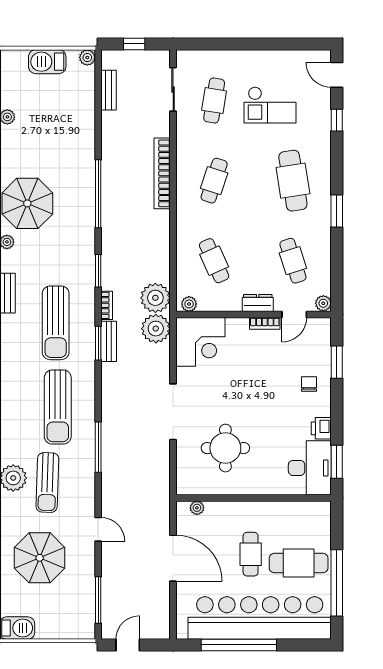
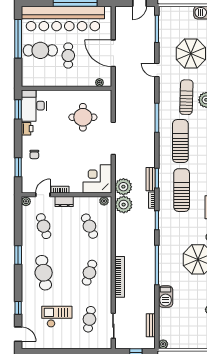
barbecue: (47, 62) -> (166, 297), moved, turned 90

